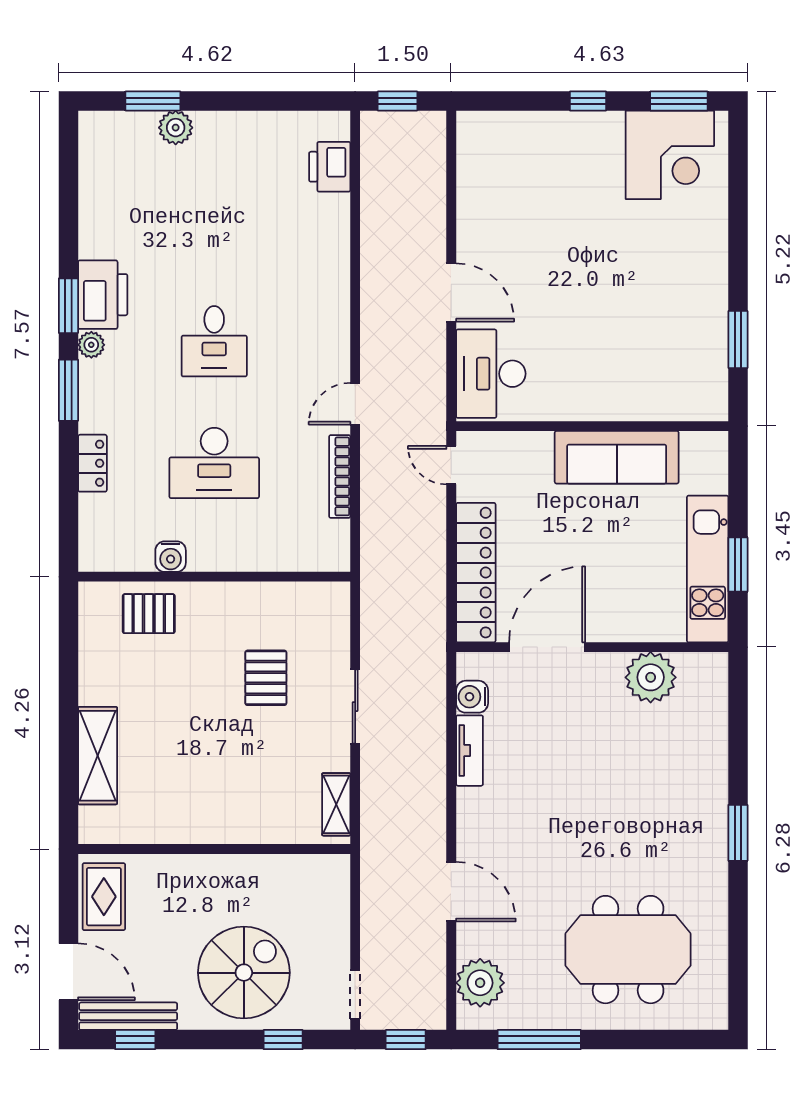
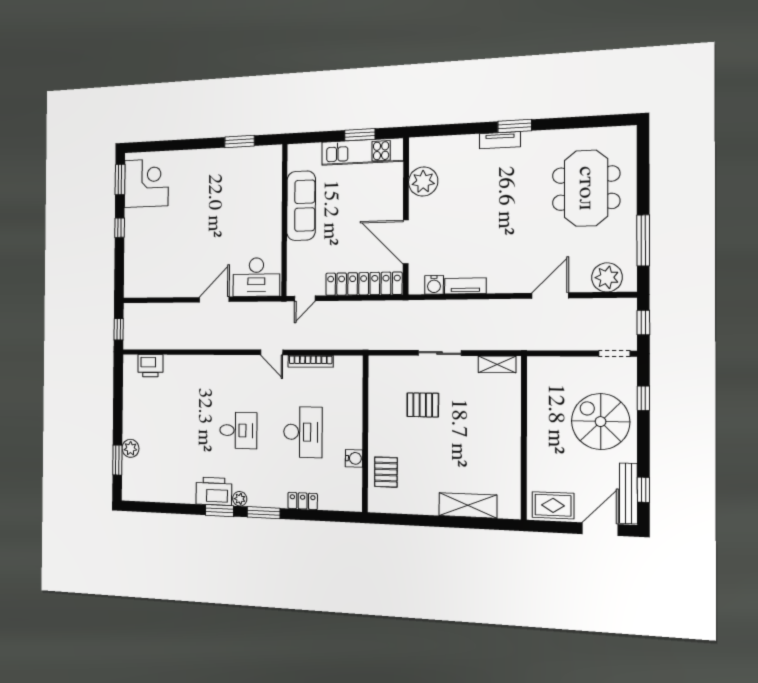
tv unit: (715, 808) -> (500, 140), added

